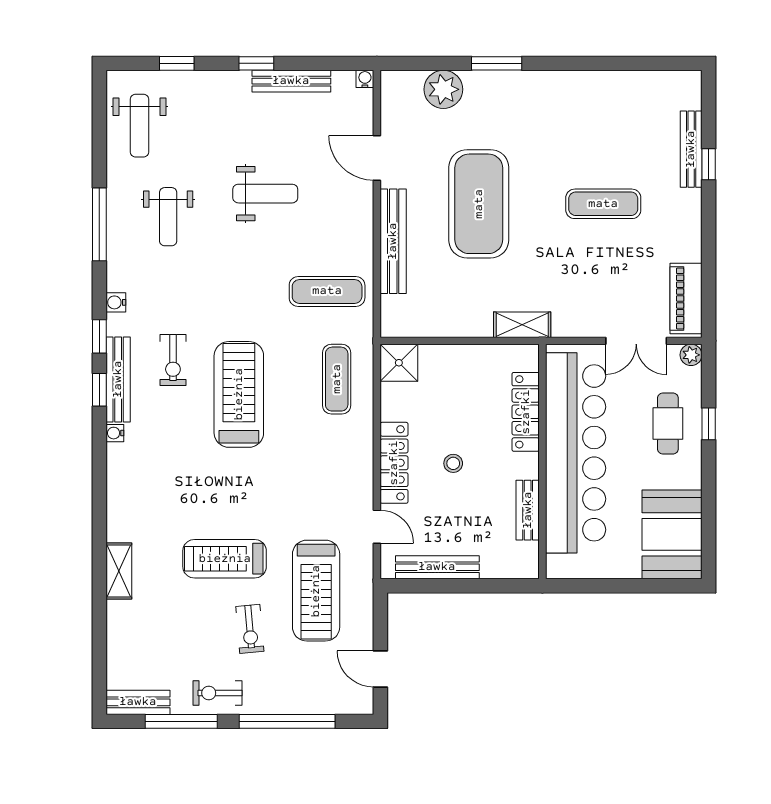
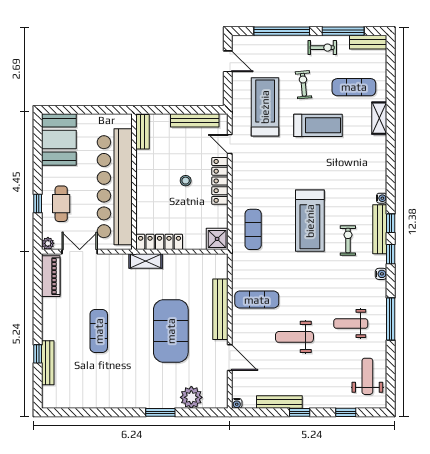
exercise mat: (603, 204) -> (99, 331), turned 90
weight bench: (168, 217) -> (351, 324), turned -90
exercise mat: (327, 291) -> (257, 300), moved
locker: (526, 412) -> (160, 242), moved, turned -90
bench: (528, 510) -> (142, 132), moved
exercise mat: (163, 625) -> (354, 87), added

